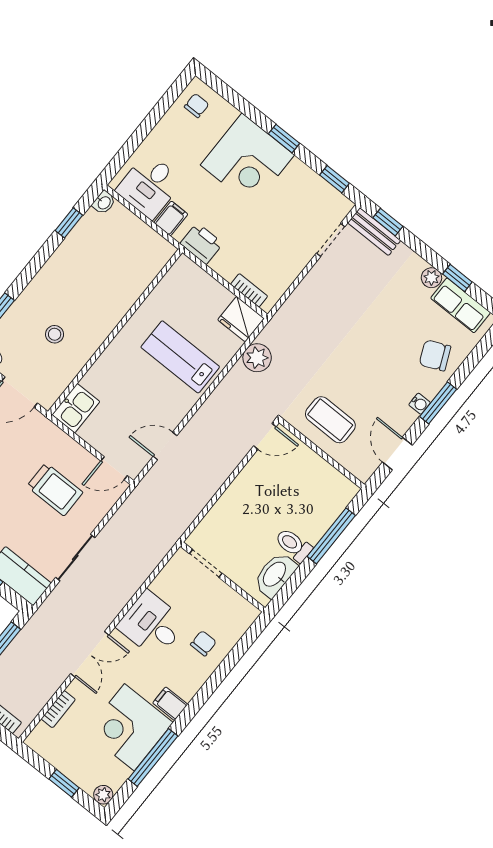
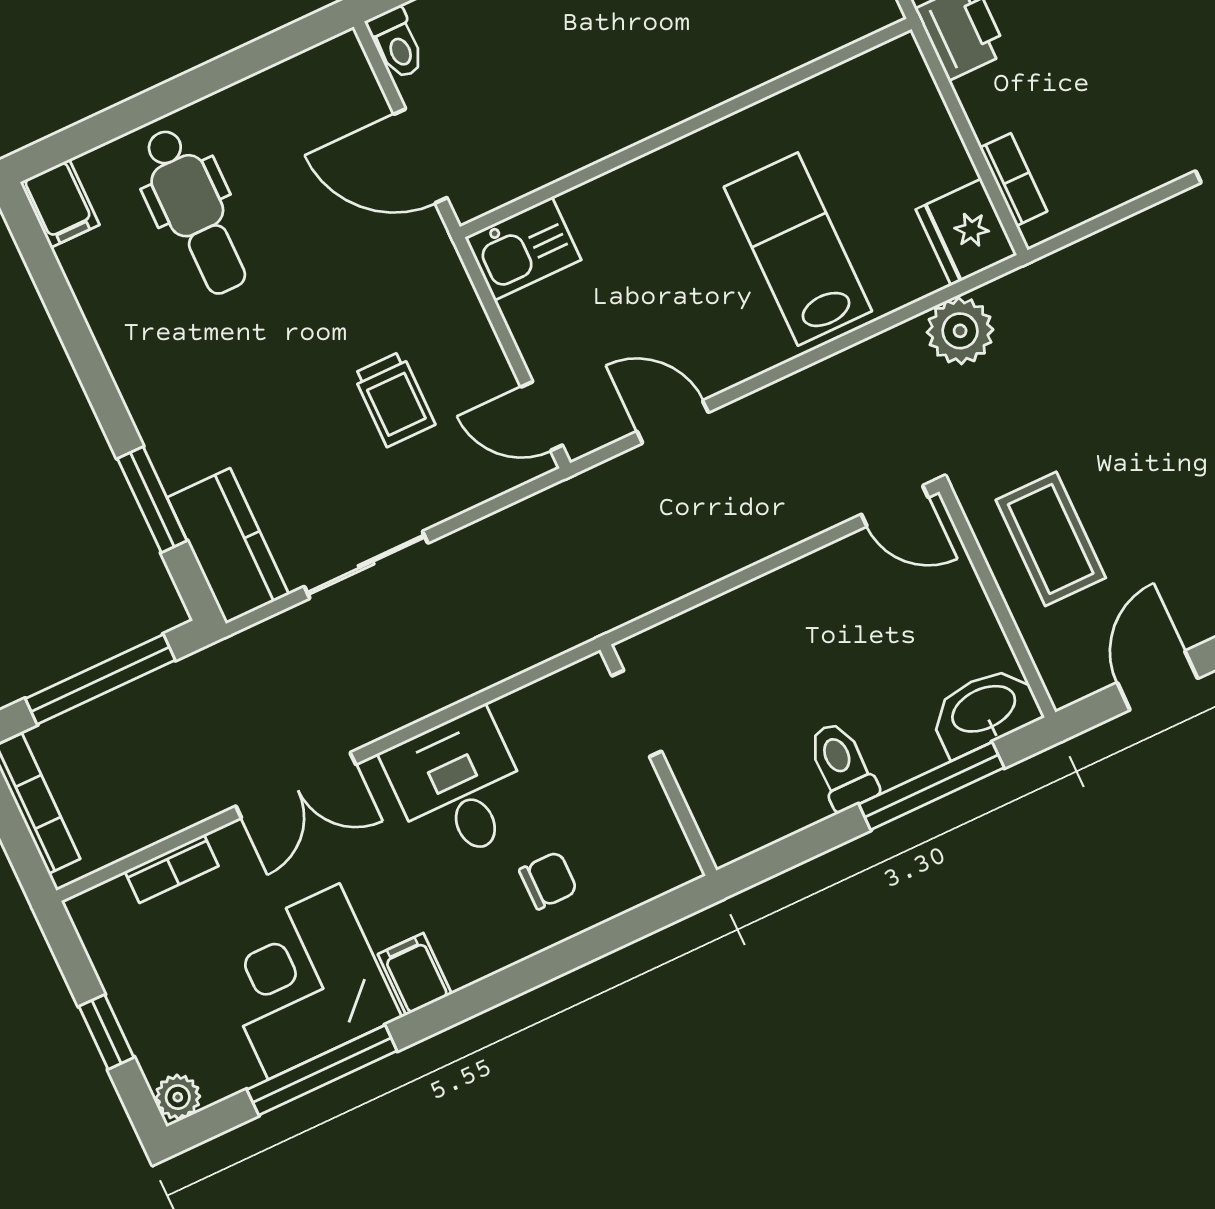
stool: (55, 334) -> (555, 70), removed
trolley: (55, 489) -> (394, 399), width x0.73, depth x0.72
washbasin: (275, 575) -> (984, 711), moved

